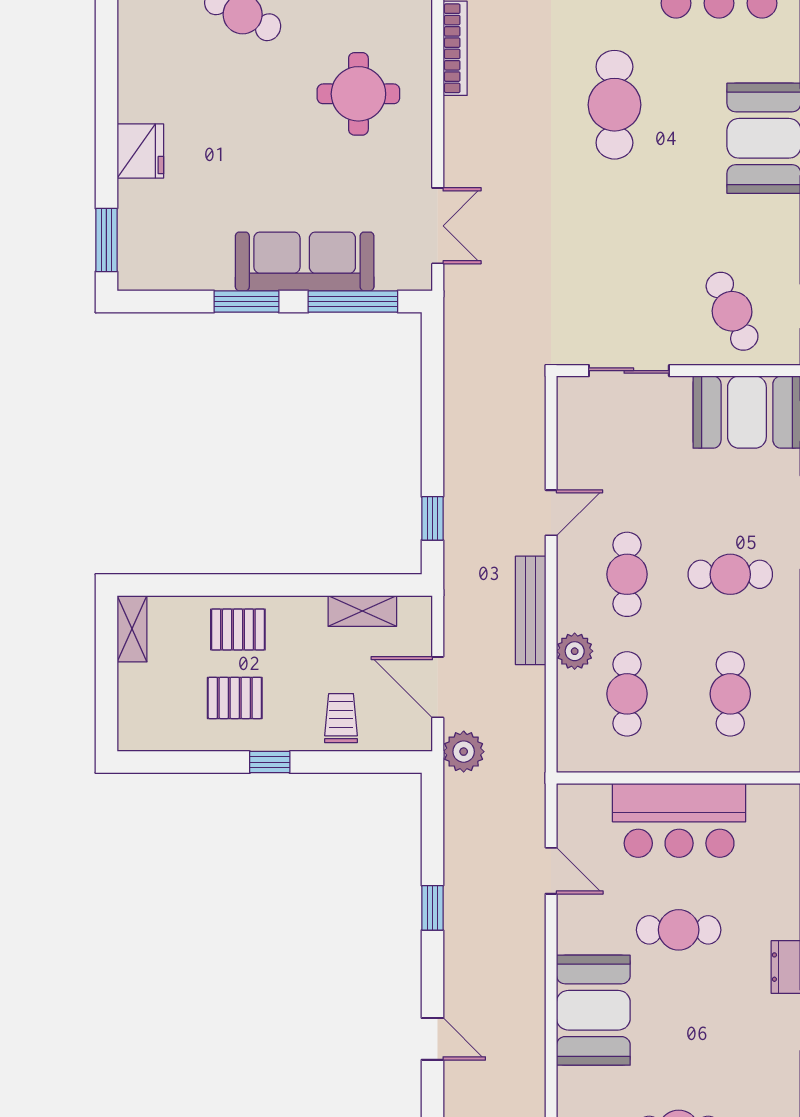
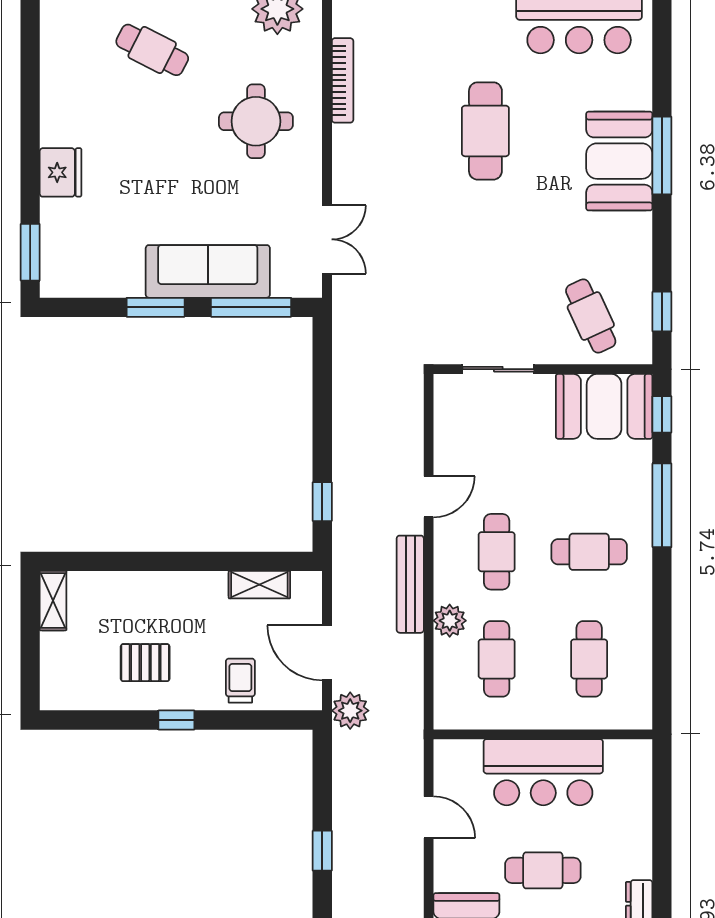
pallet: (238, 630) -> (148, 601), removed

